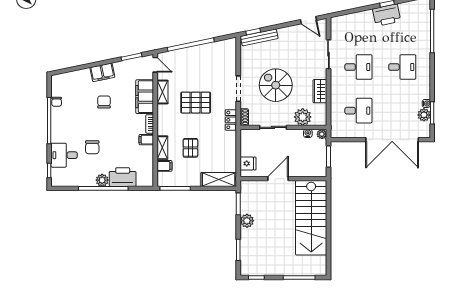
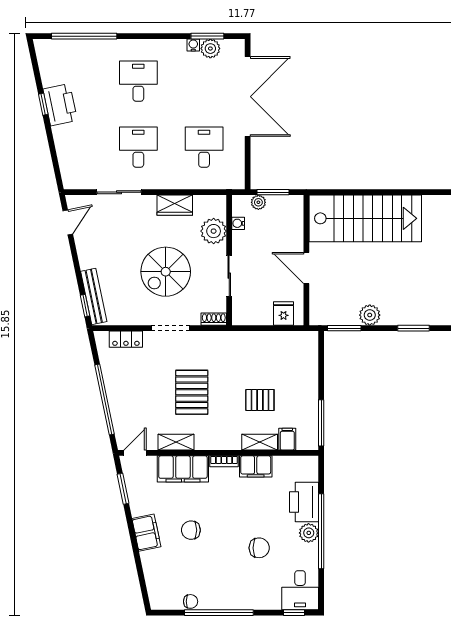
locker: (231, 120) -> (126, 339), moved
plant: (322, 134) -> (258, 202), moved
filing cabinet: (146, 140) -> (256, 466), width x2.00
desk: (64, 155) -> (300, 590), moved
shelving: (219, 179) -> (308, 357), removed

